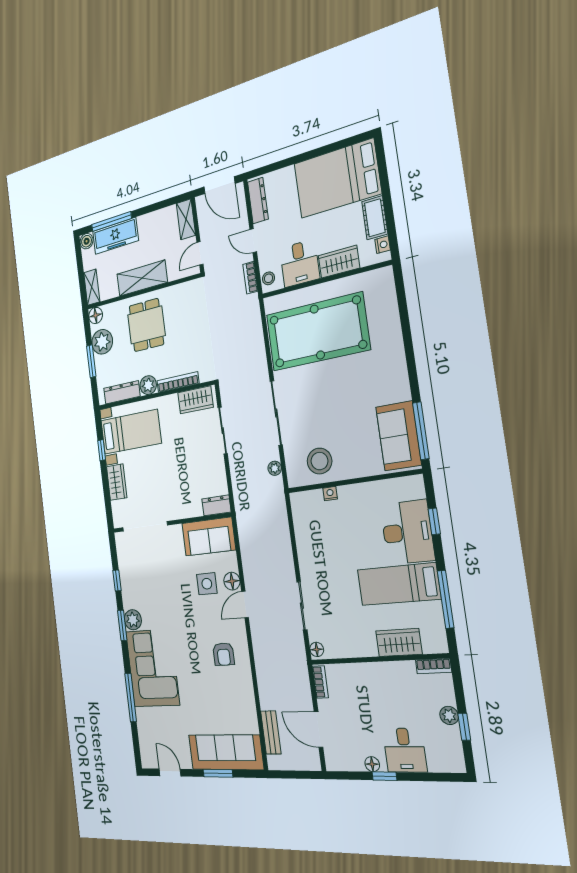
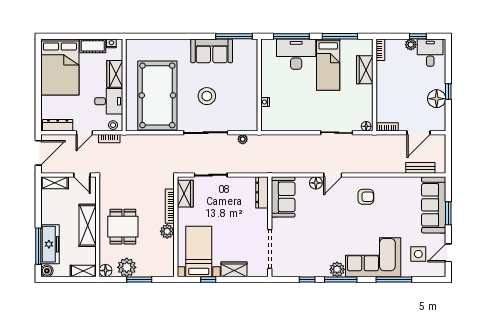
dining table: (146, 325) -> (123, 227), turned 90
dresser: (122, 392) -> (168, 255), removed
sofa: (399, 436) -> (212, 51), moved
stool: (319, 461) -> (207, 96), moved
dresser: (216, 505) -> (262, 192), width x1.44
window: (434, 521) -> (291, 36), width x2.17
side table: (207, 584) -> (418, 254), moved
door: (245, 604) -> (333, 175), hinge flipped
window: (122, 625) -> (341, 279), width x1.44
desk: (405, 750) -> (430, 53), moved, turned -90
floor lamp: (372, 764) -> (437, 99), width x1.89, depth x1.89

